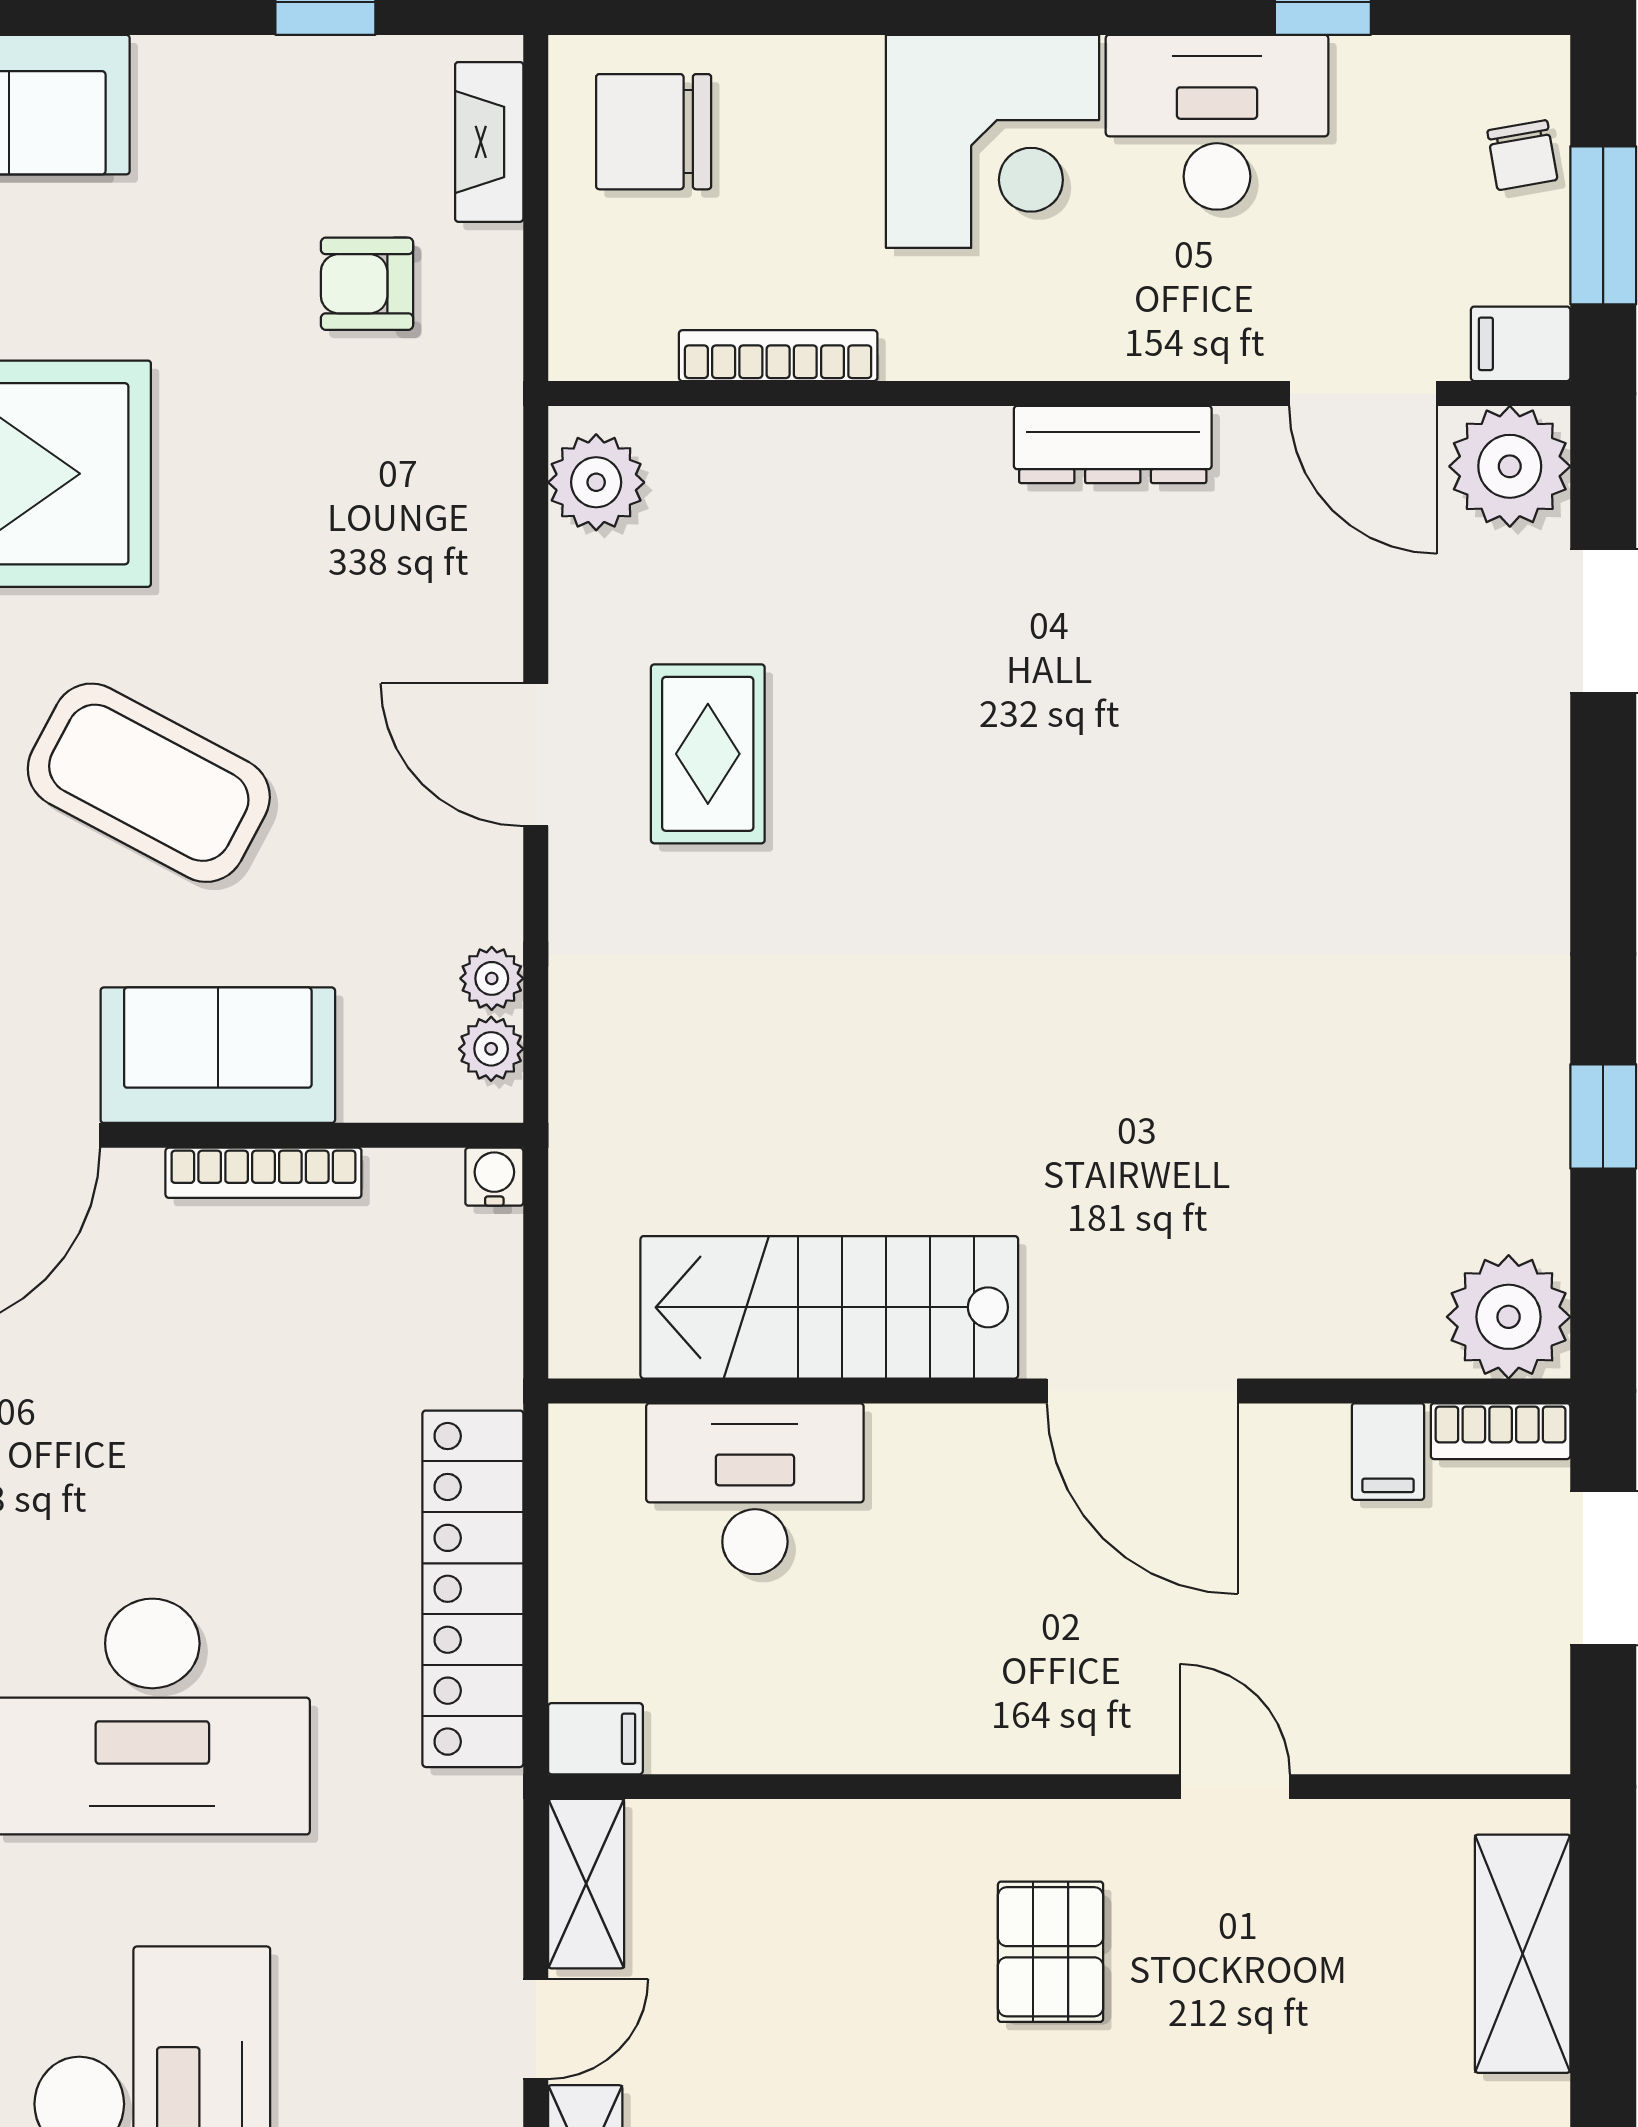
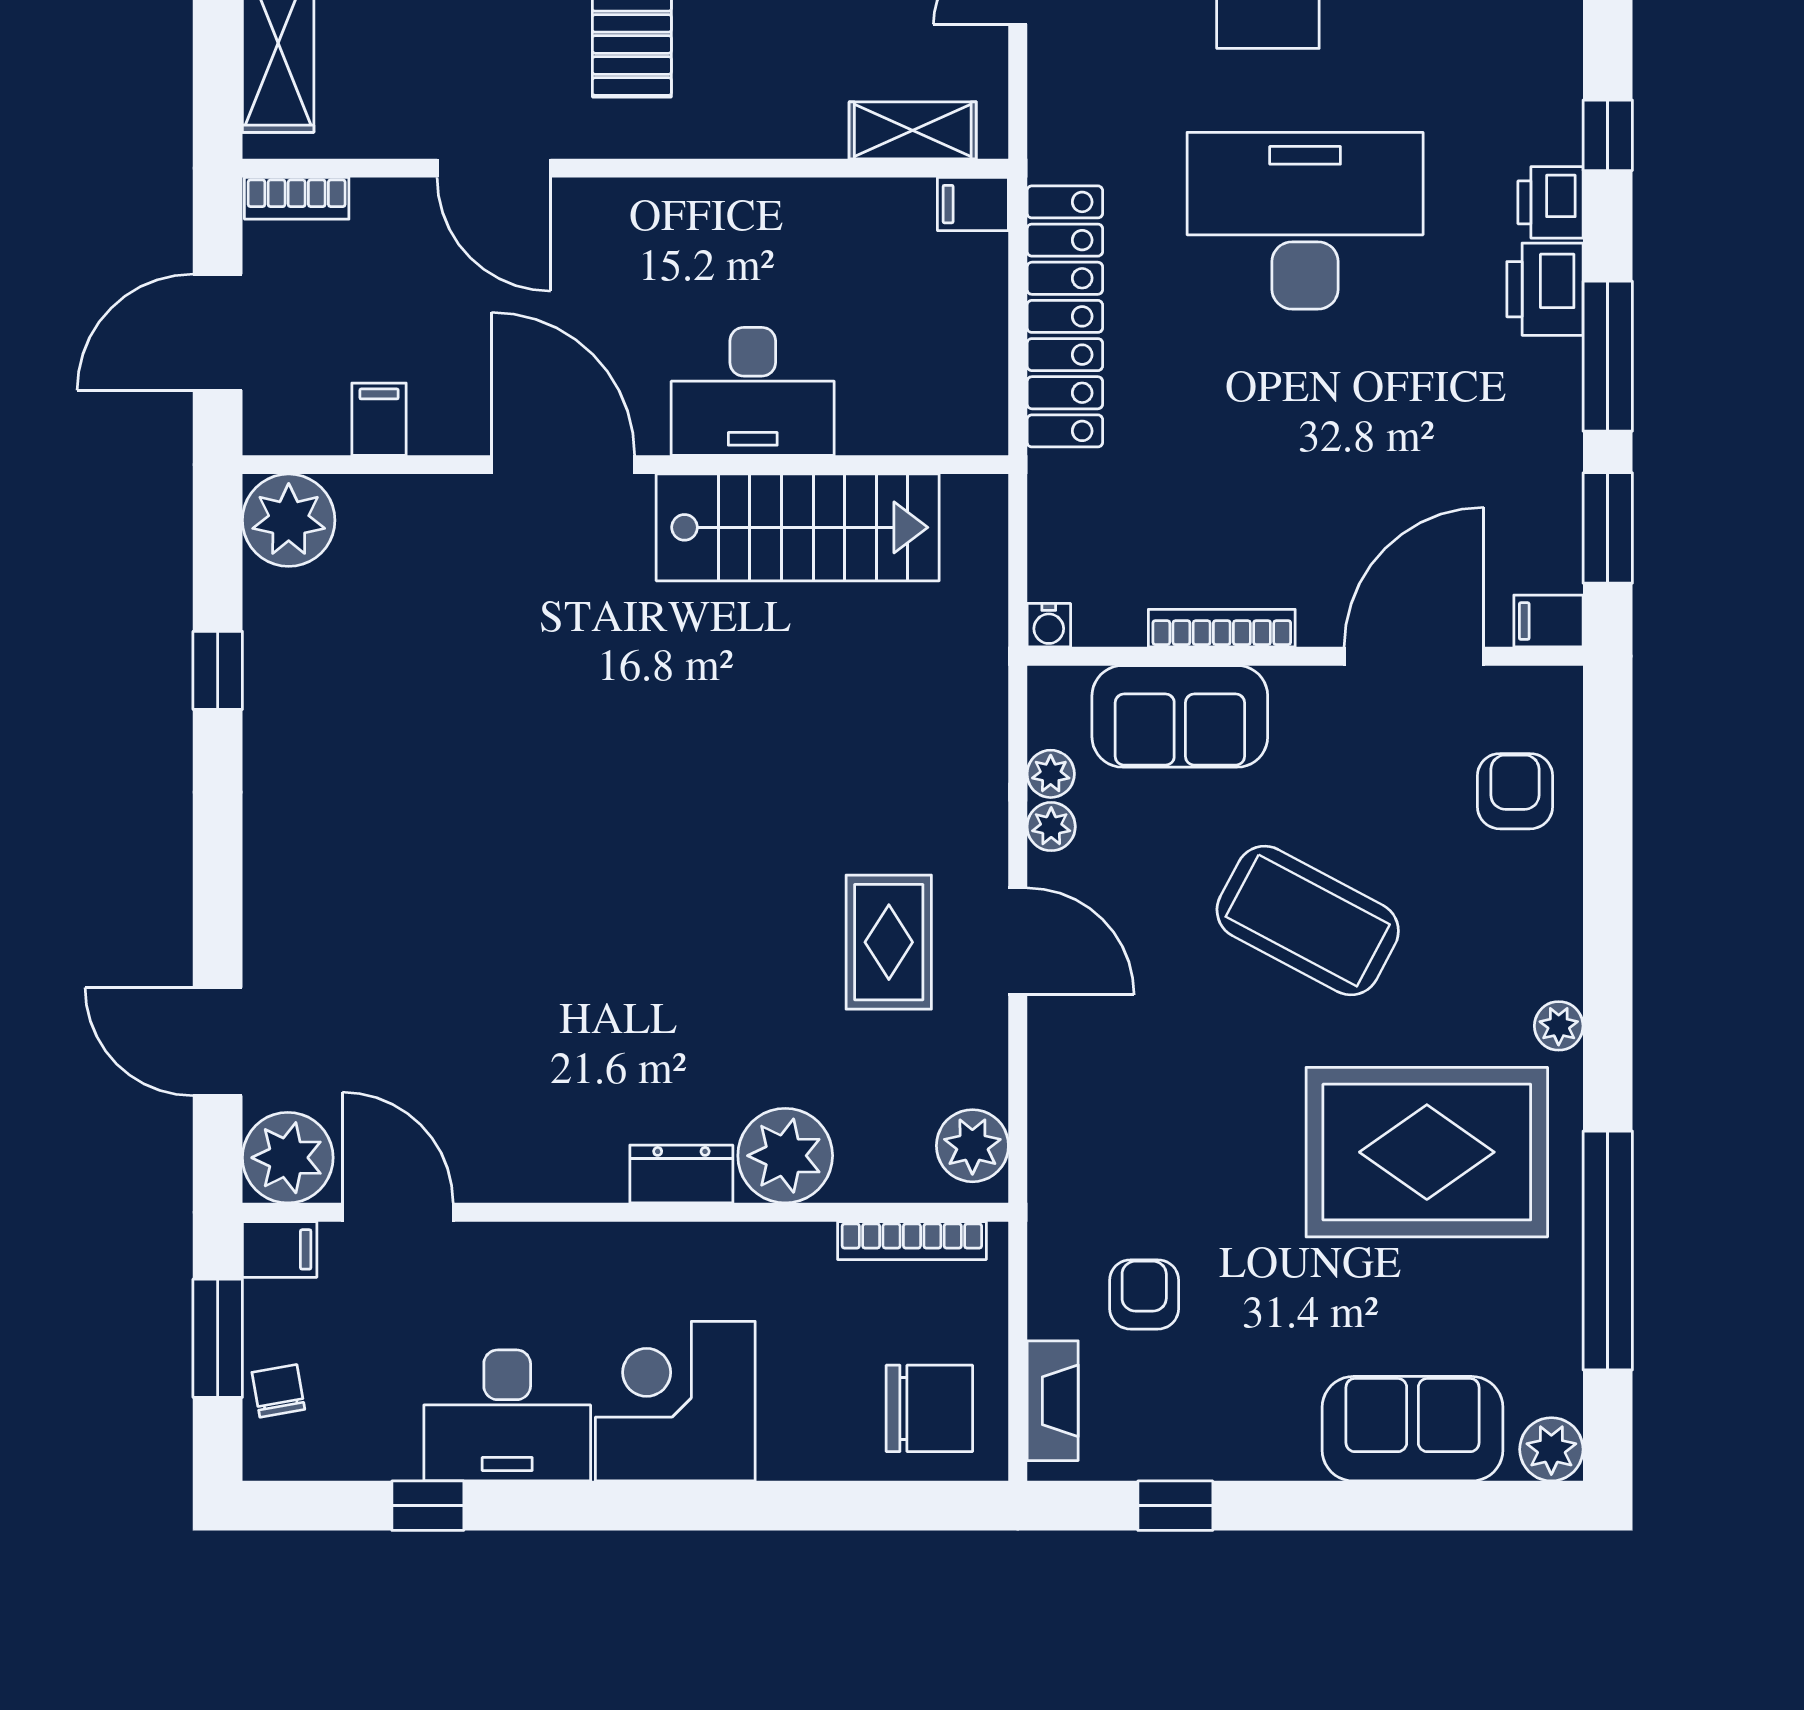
armchair: (367, 284) -> (1144, 1294), turned -90
bookcase: (778, 356) -> (912, 1241), moved
dresser: (1113, 444) -> (681, 1174), moved, width x0.70
plant: (846, 469) -> (785, 1156), added
plant: (491, 1049) -> (1051, 827), moved
sofa: (218, 1055) -> (1180, 716), moved
bookcase: (1501, 1431) -> (297, 198), moved, turned 180
desk: (755, 1489) -> (753, 391), moved
door: (1235, 1787) -> (494, 168), width x1.38
shelving: (586, 1884) -> (913, 130), moved, turned 90

